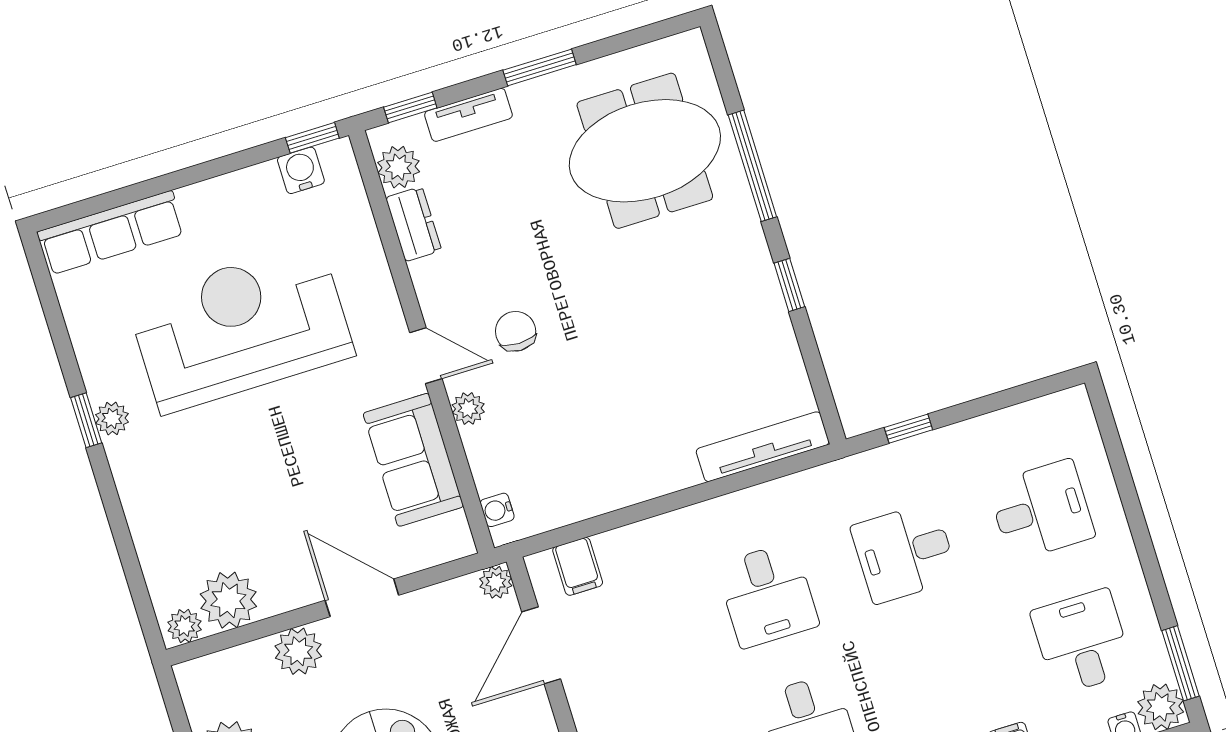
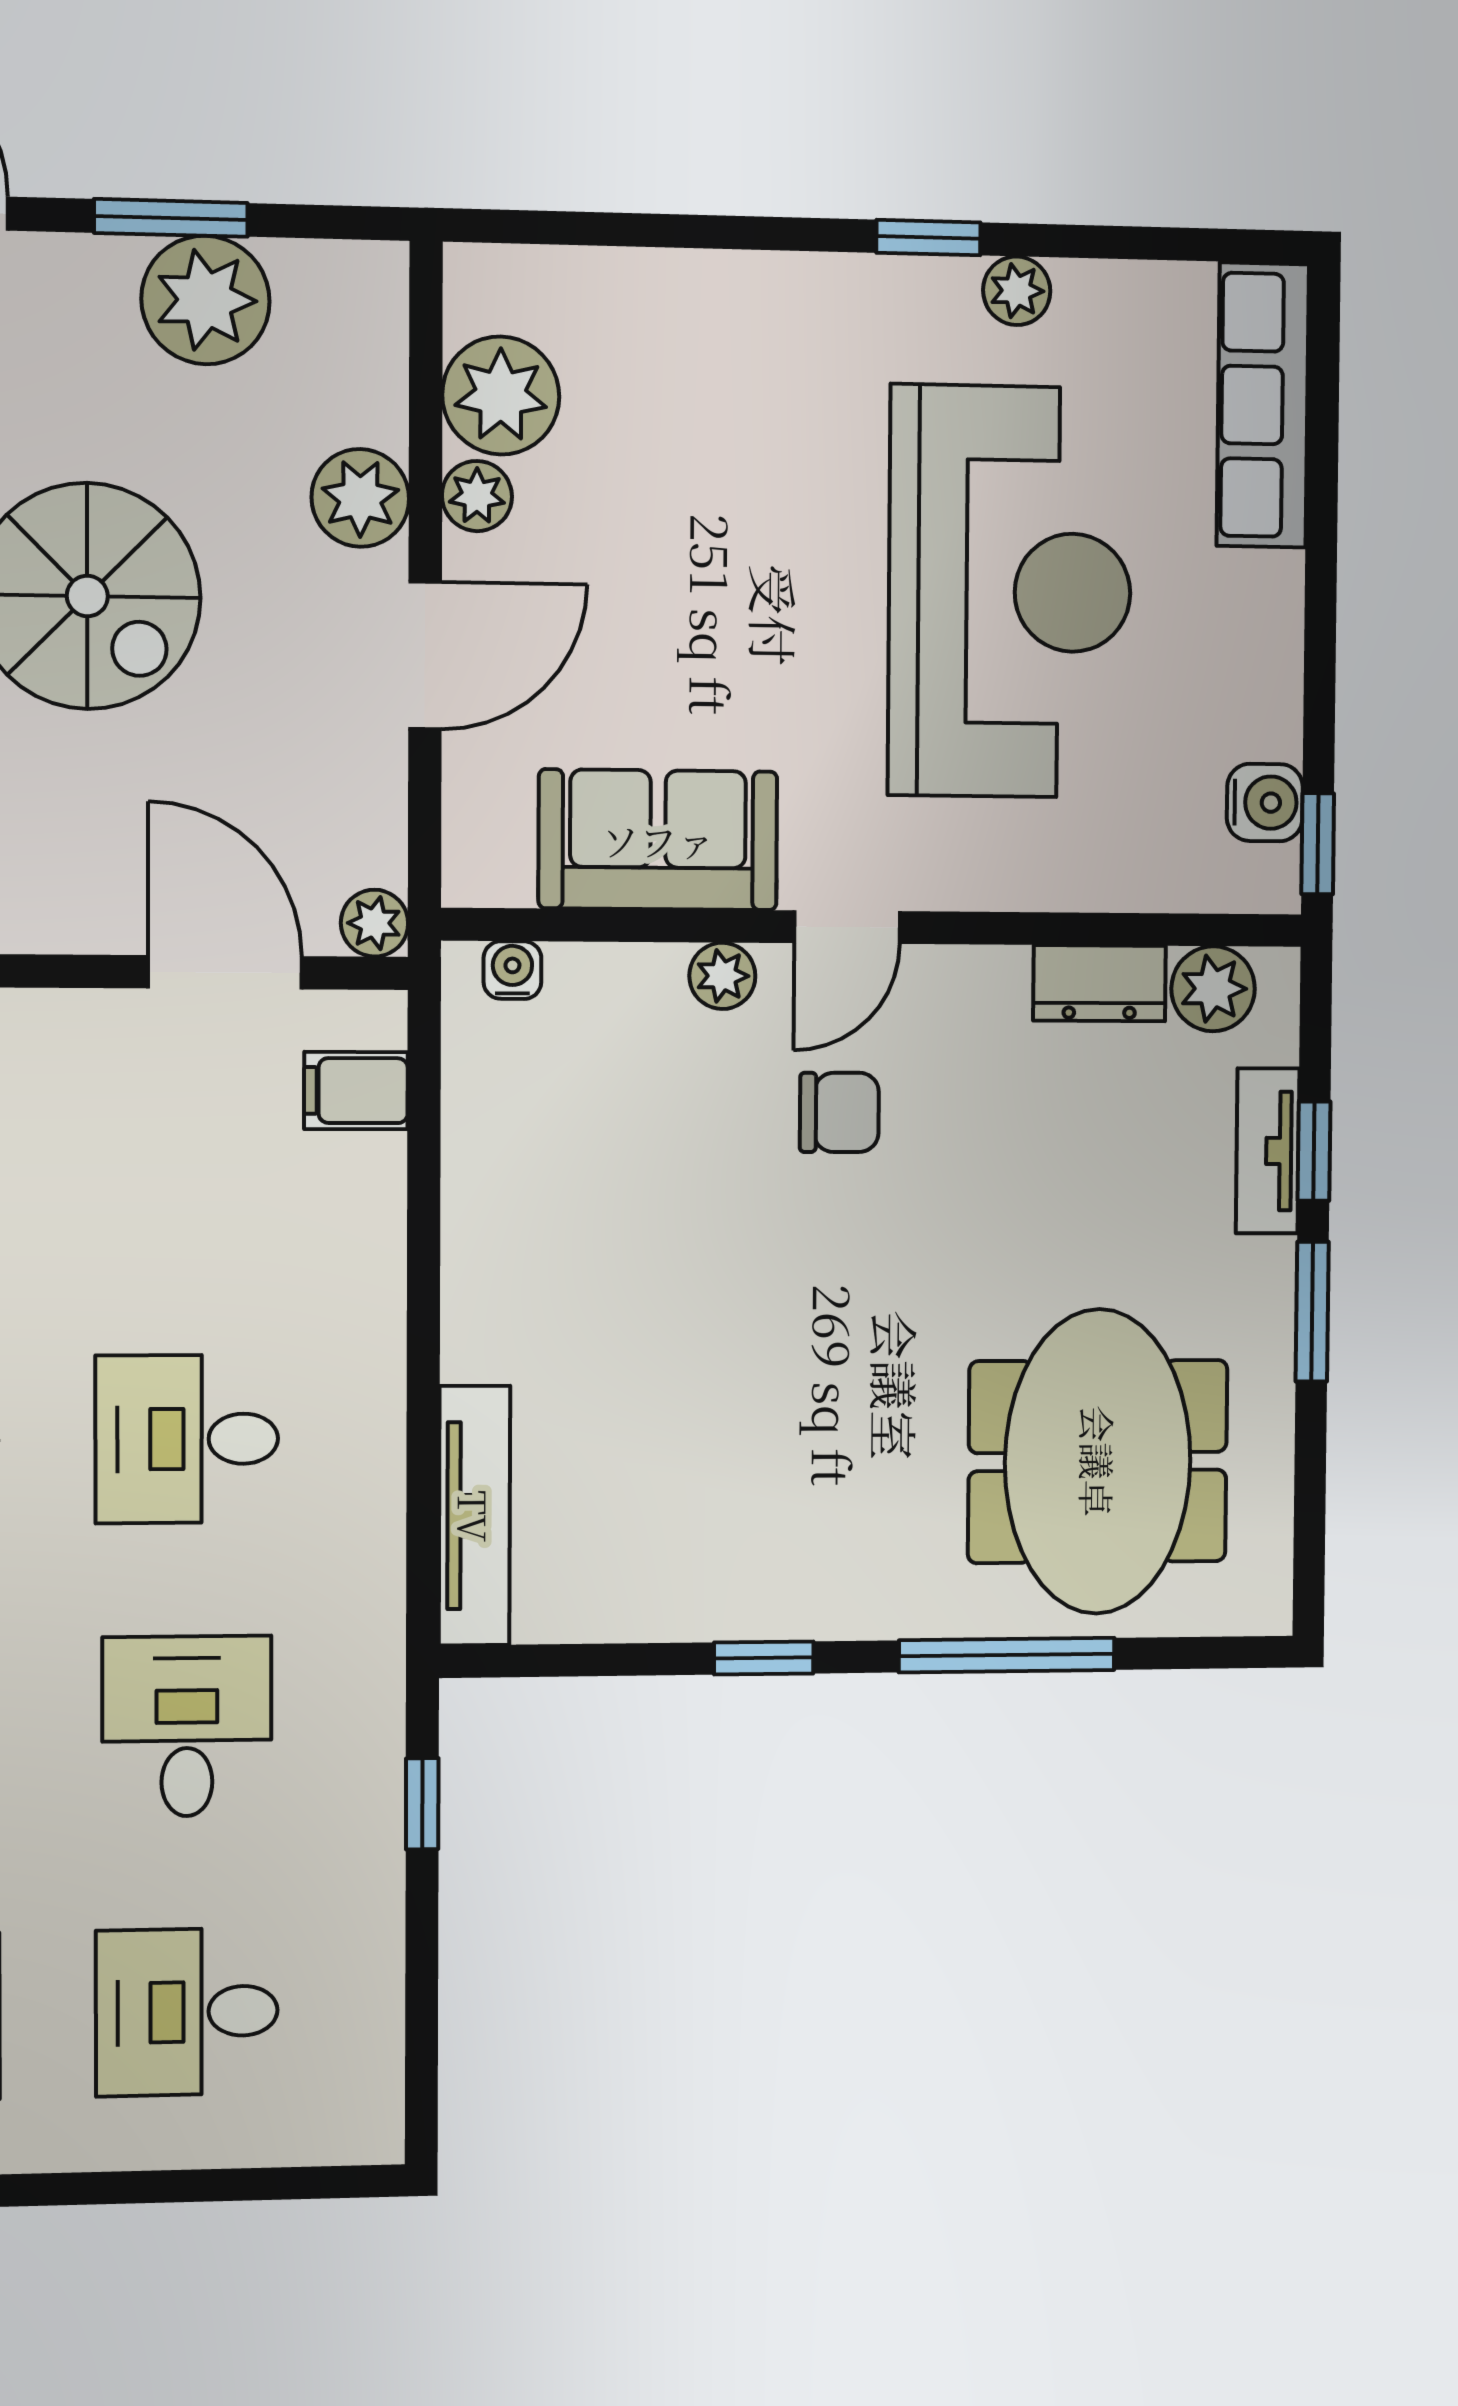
window: (410, 107) -> (1314, 1151), moved
plant: (112, 418) -> (1017, 291), moved
desk: (1041, 510) -> (187, 2012), turned 90
plant: (185, 626) -> (477, 496), moved

